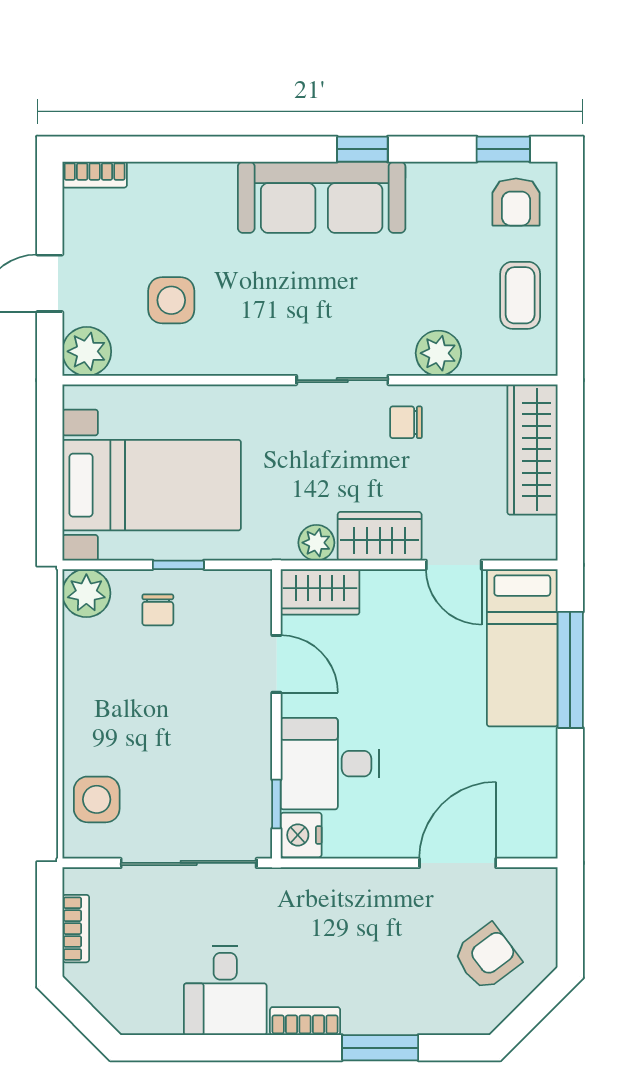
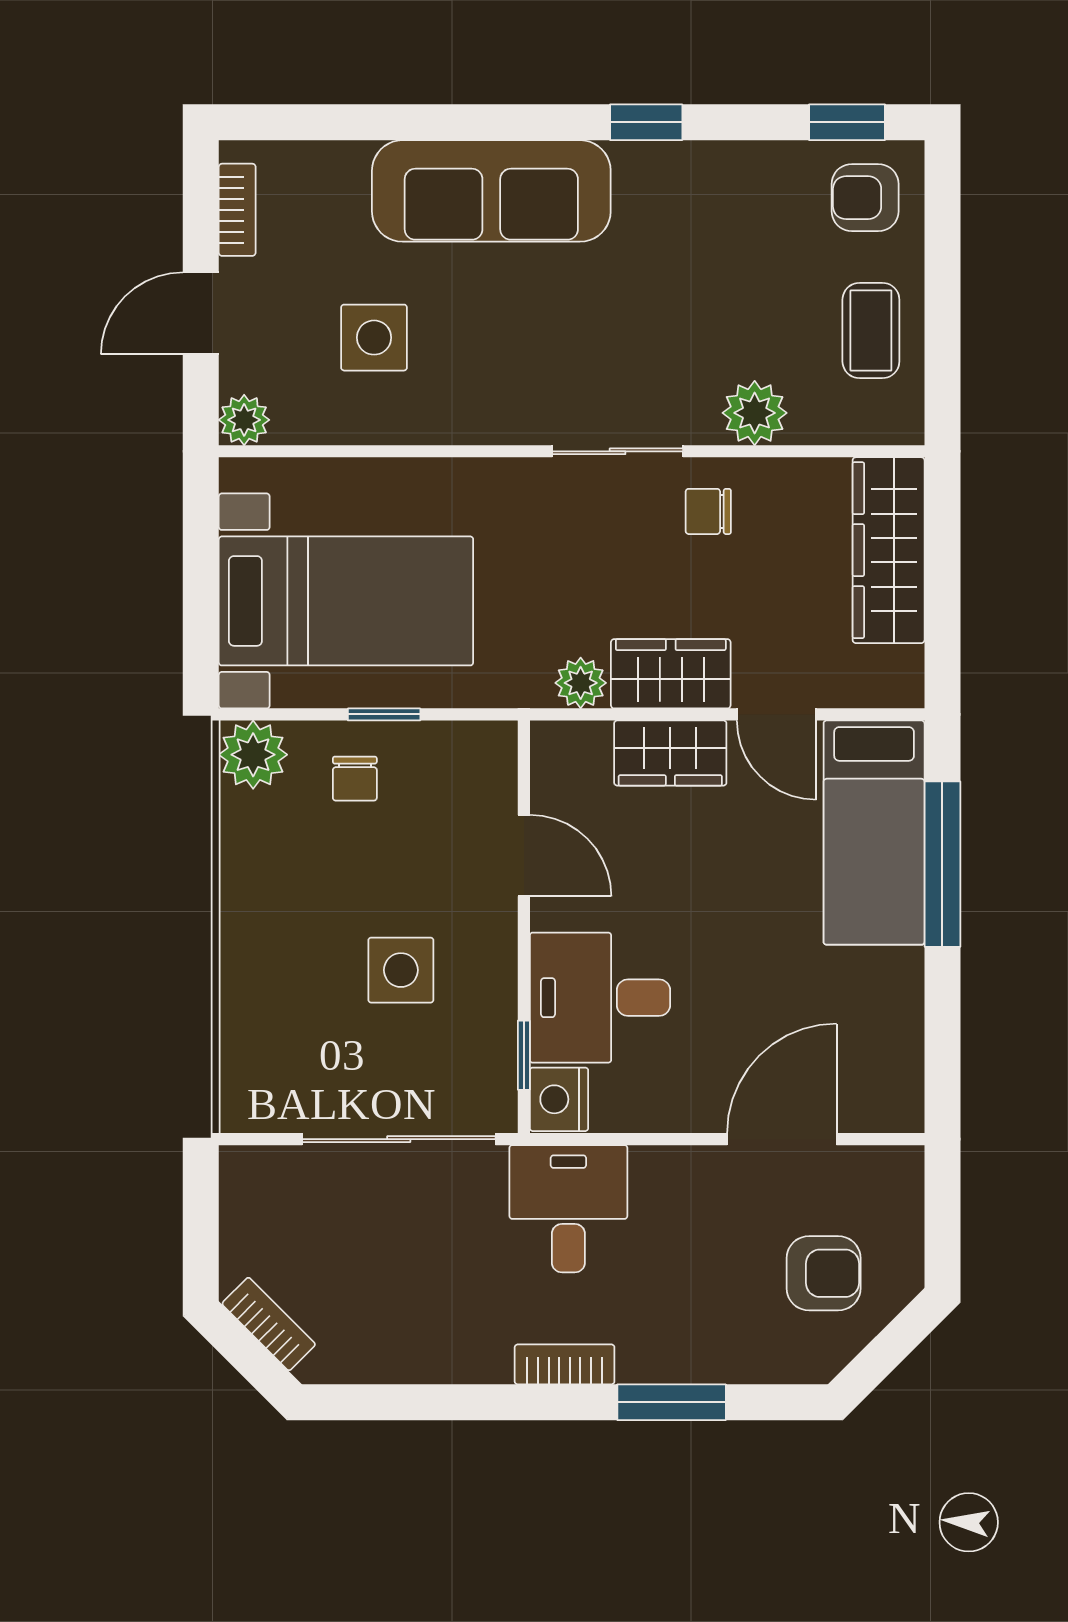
bookcase: (95, 175) -> (237, 210), moved, turned -90
sofa: (322, 197) -> (491, 191), moved
armchair: (516, 202) -> (865, 198), turned 90
plant: (87, 351) -> (244, 420), width x0.73, depth x0.73
wardrobe: (320, 592) -> (670, 753), moved
side table: (97, 799) -> (401, 970), moved
bookcase: (76, 929) -> (269, 1324), moved, turned -45
armchair: (487, 957) -> (824, 1273), turned 37
desk: (225, 990) -> (568, 1209), moved, turned 180

